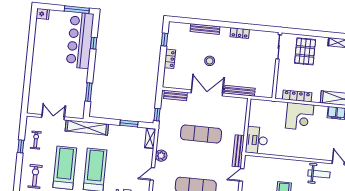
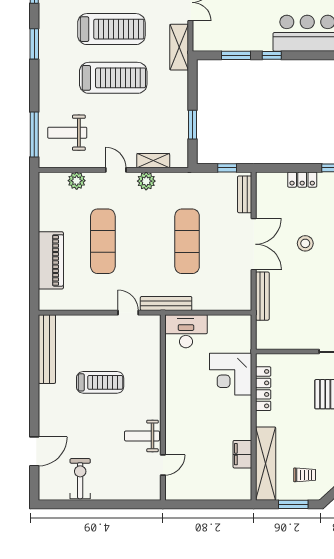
window: (94, 43) -> (272, 55), moved
window: (157, 115) -> (227, 168), moved
corner desk: (300, 117) -> (231, 374), moved
shelving: (87, 128) -> (179, 47), width x0.68
shelving: (150, 138) -> (153, 161), moved
weight bench: (319, 174) -> (142, 436), turned 90

